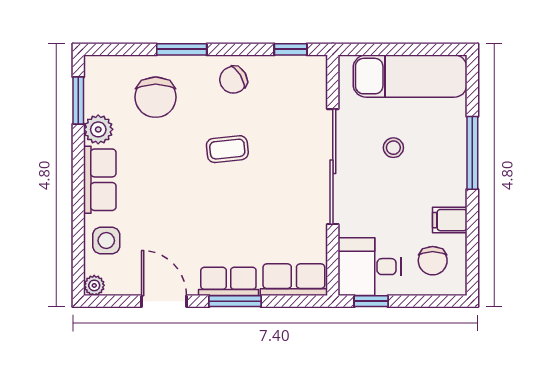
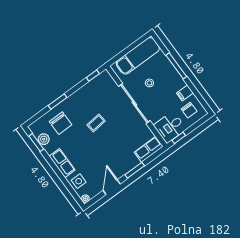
chair: (233, 80) -> (82, 99), removed
plant: (98, 129) -> (44, 139), moved
row of seats: (228, 281) -> (128, 165), removed
door: (164, 301) -> (112, 187), hinge flipped

